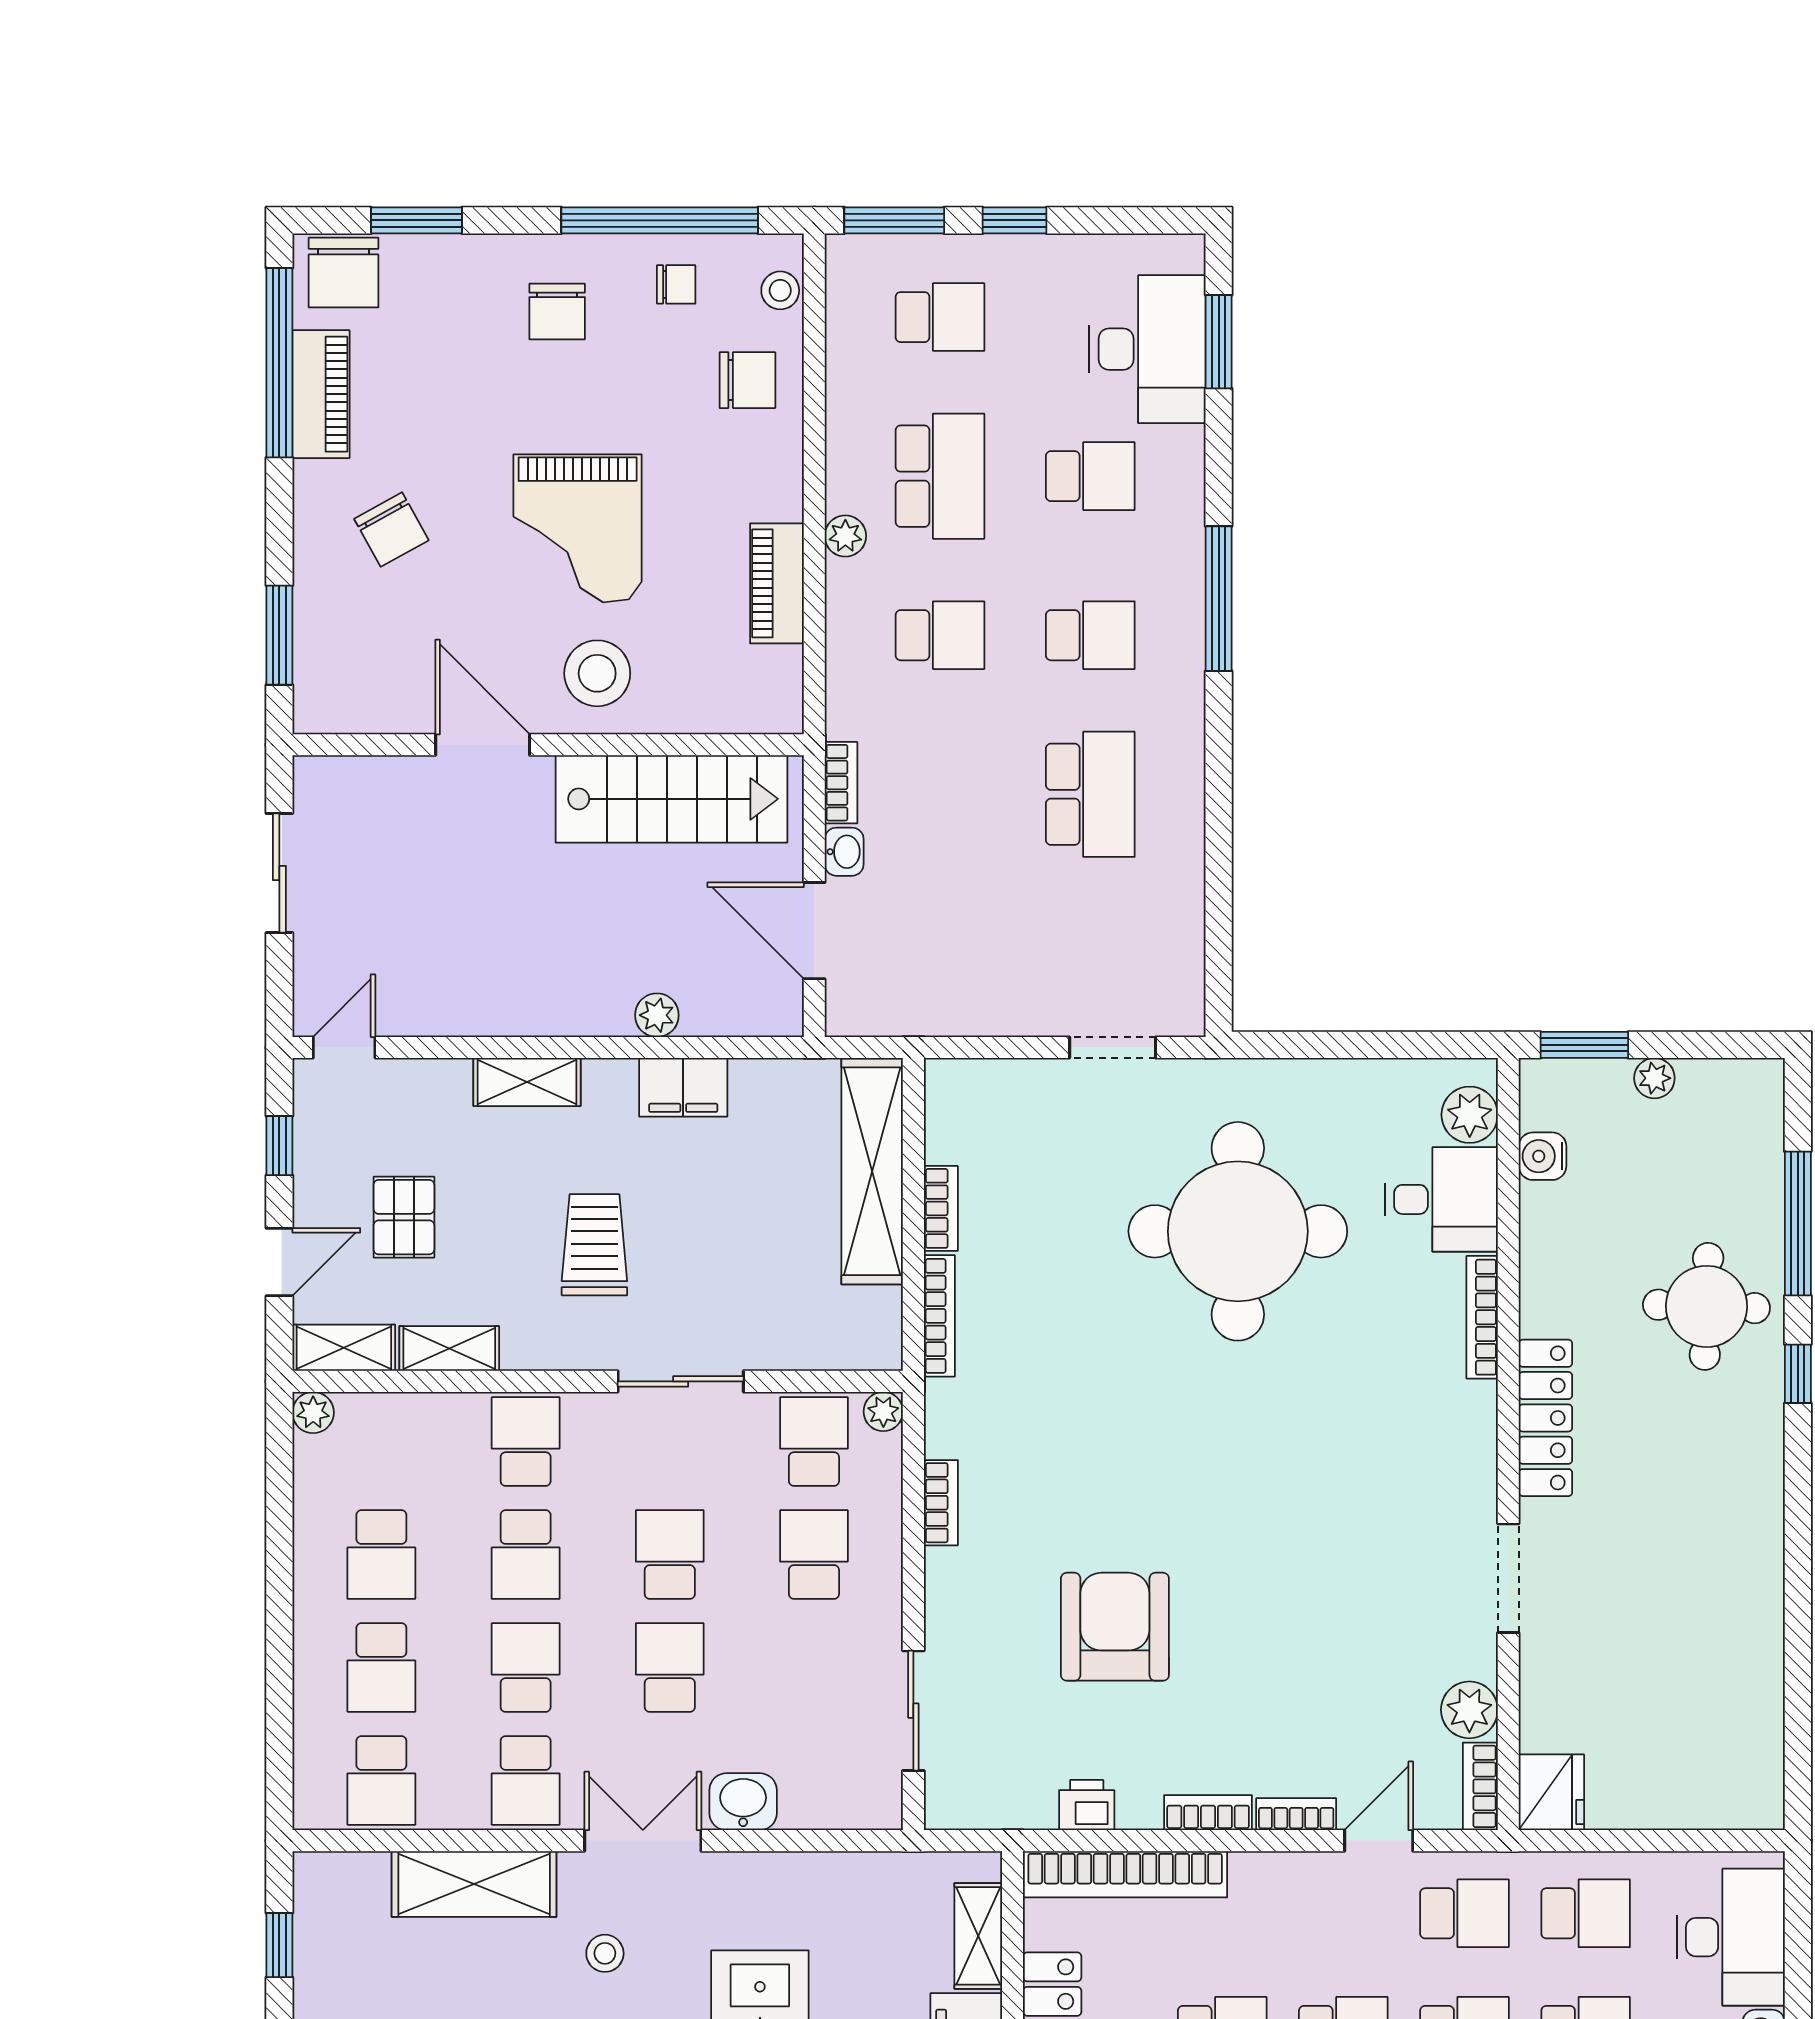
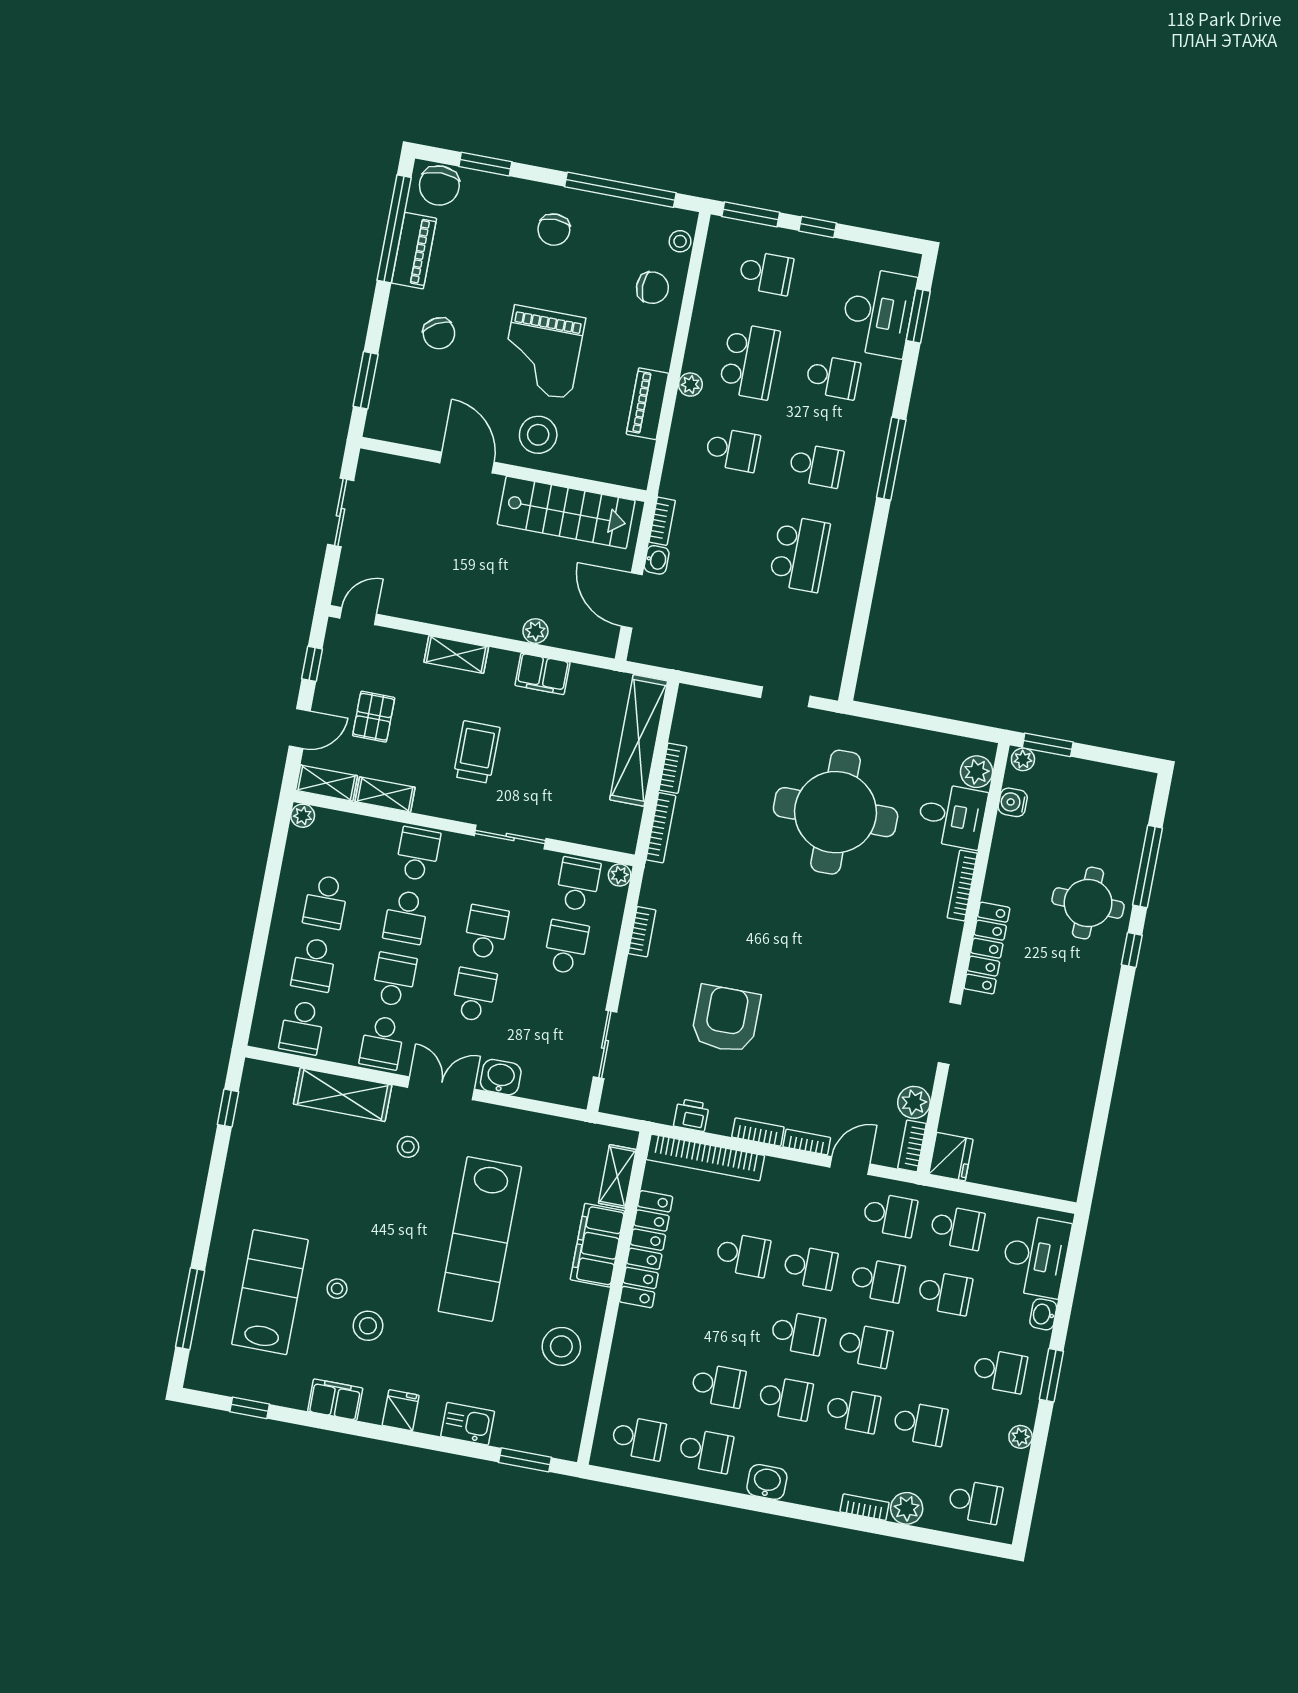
chair: (676, 284) -> (623, 227), removed
plant: (1654, 1078) -> (1023, 759), moved

